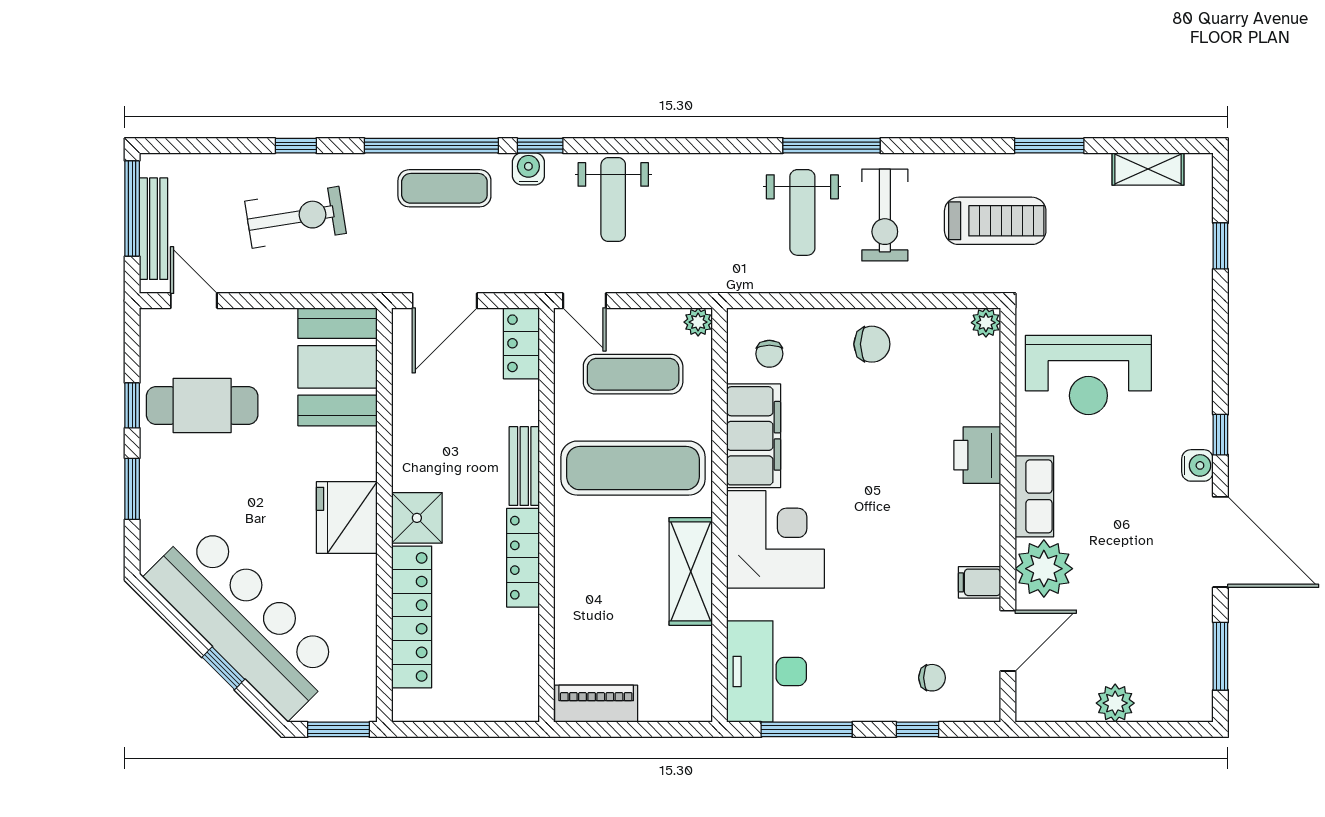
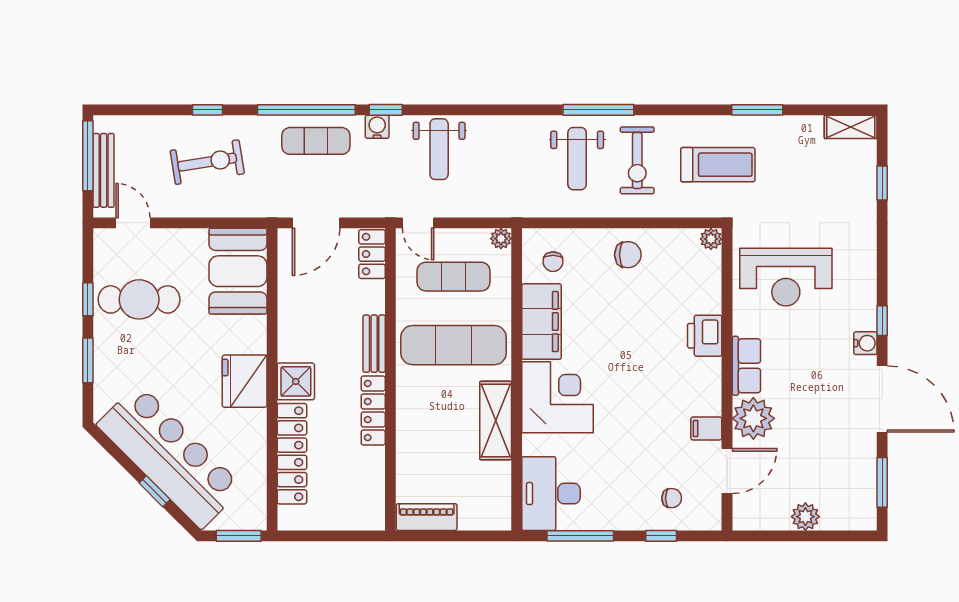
shelving: (1148, 169) -> (851, 127), moved

